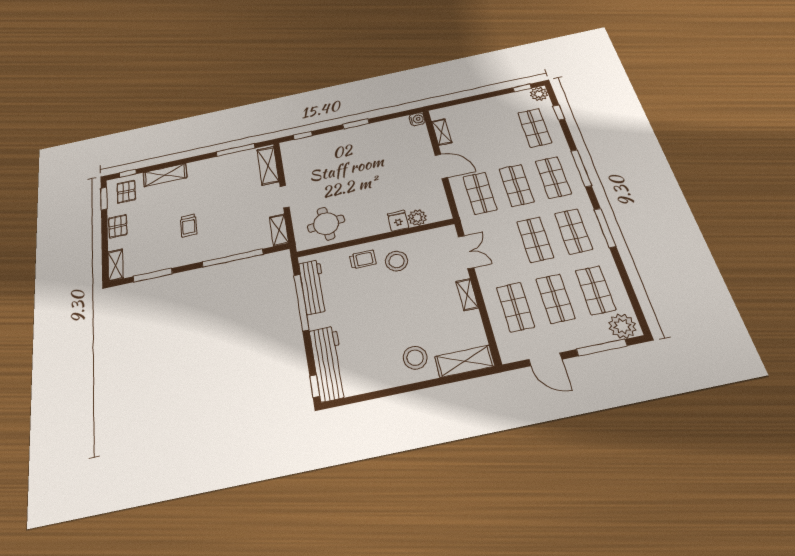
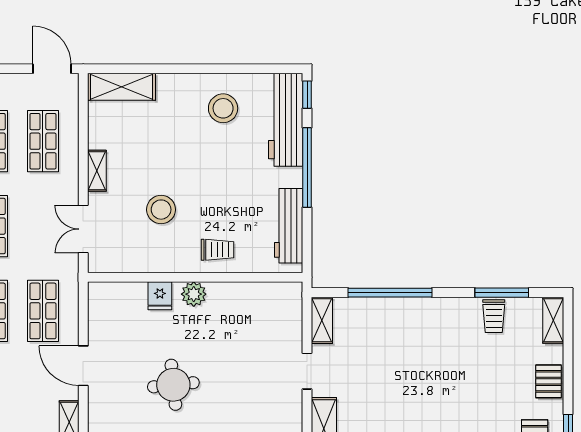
plant: (417, 218) -> (194, 294), moved
round table: (326, 224) -> (173, 385), moved
trolley: (189, 225) -> (494, 316), moved, turned 180
trolley: (363, 259) -> (218, 250), turned 180
stool: (397, 261) -> (161, 210), moved
window: (301, 302) -> (307, 167), moved
stool: (415, 358) -> (223, 108), moved
door: (545, 359) -> (52, 69), moved

